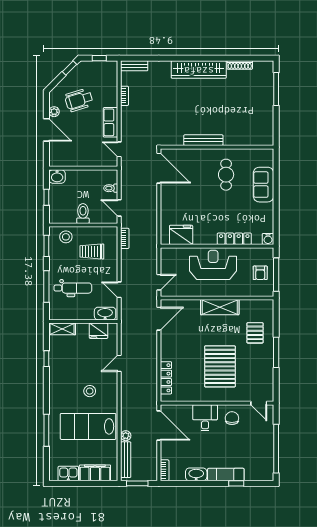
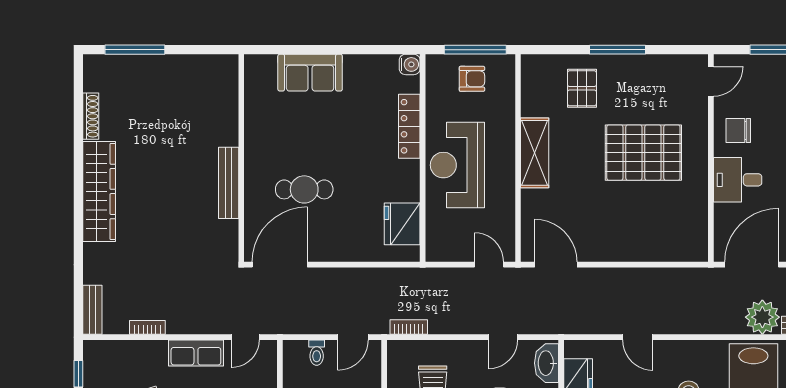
cafe table: (226, 175) -> (304, 189), moved
pallet: (255, 333) -> (582, 88), turned 90
locker: (166, 378) -> (664, 252), removed
plant: (126, 436) -> (762, 317), width x1.87, depth x1.87

